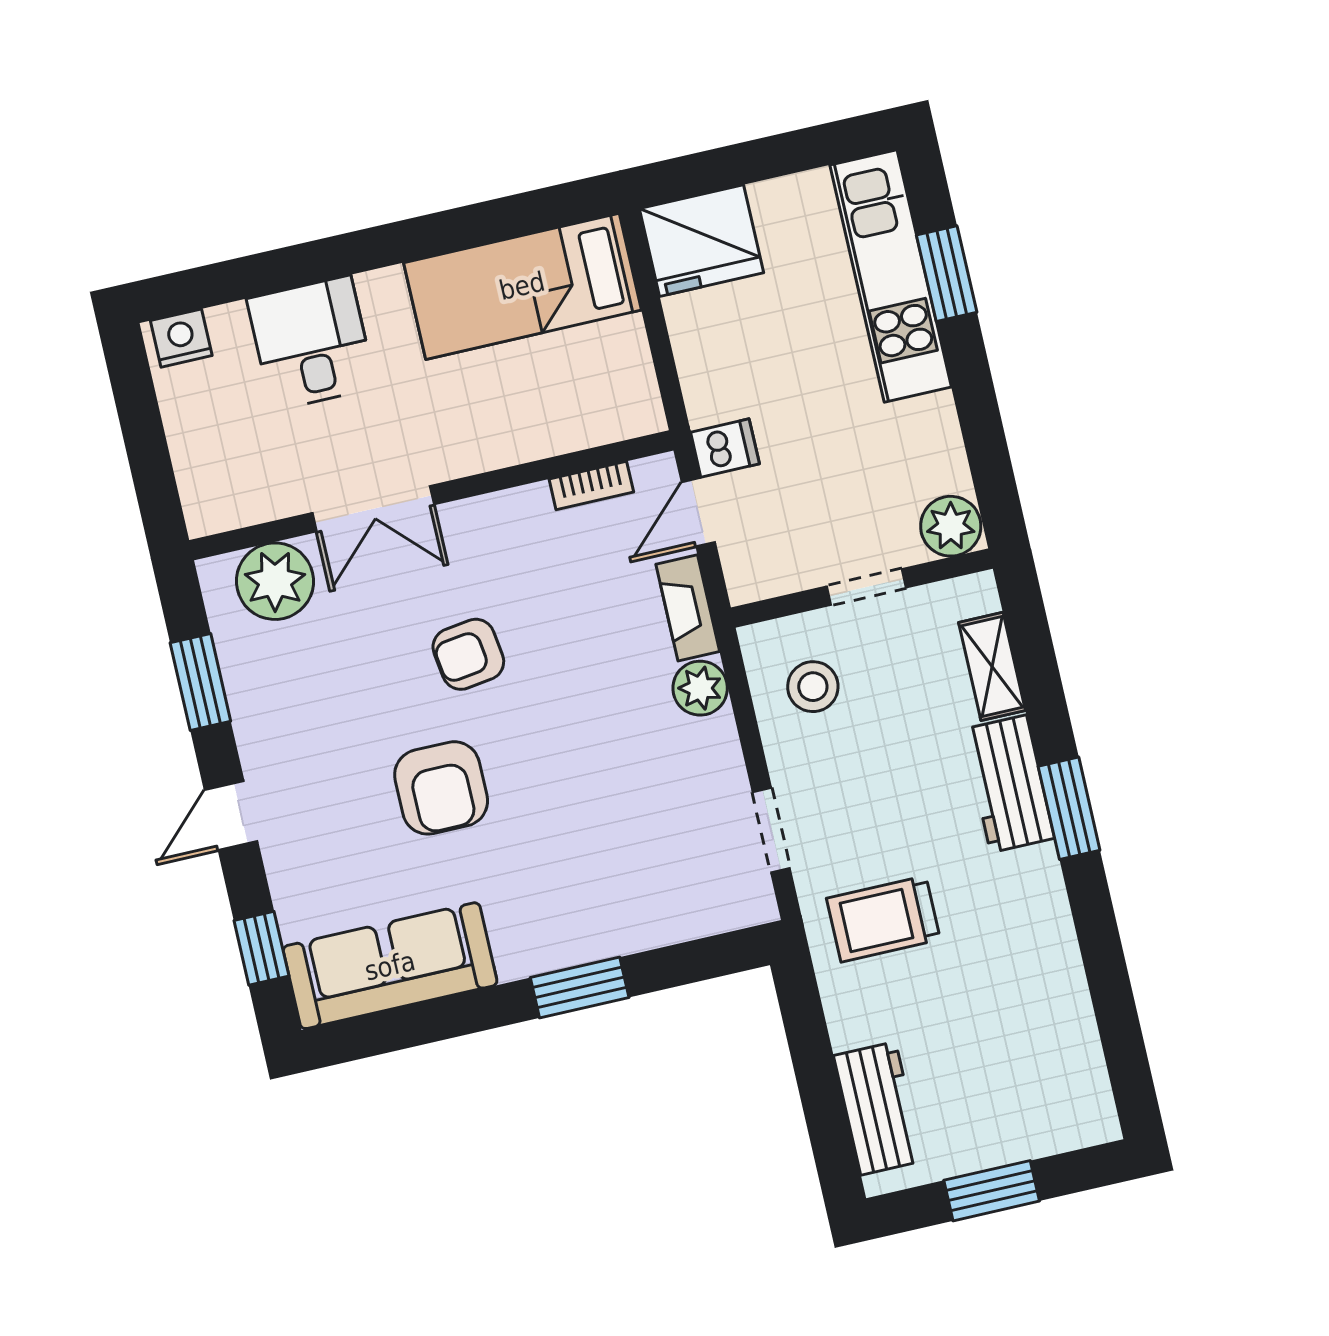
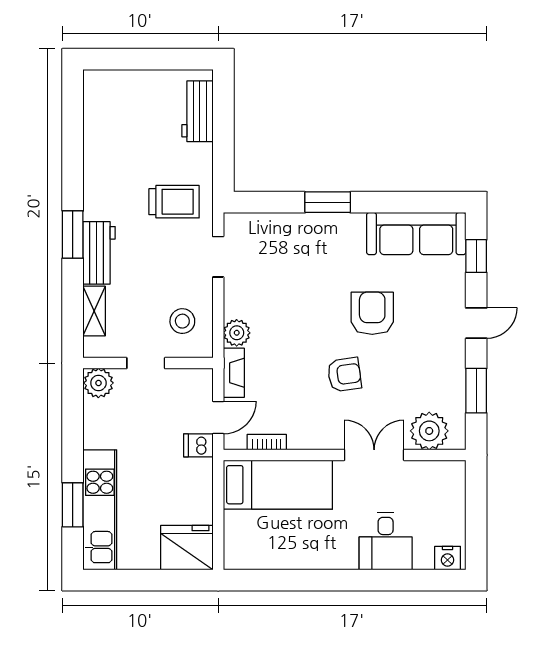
bed: (522, 286) -> (278, 485), moved
window: (992, 1191) -> (152, 59), removed

